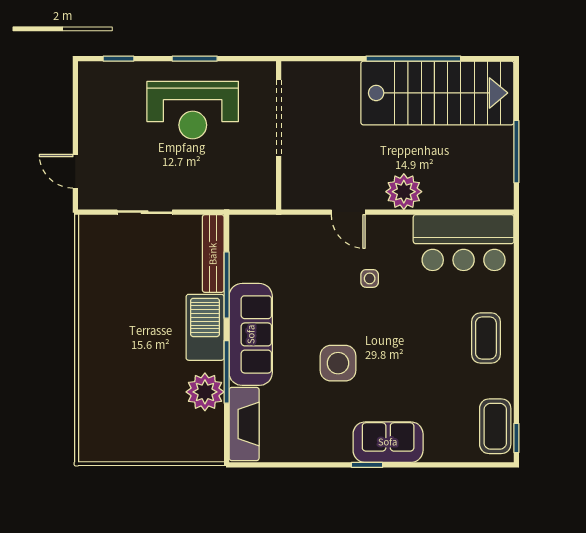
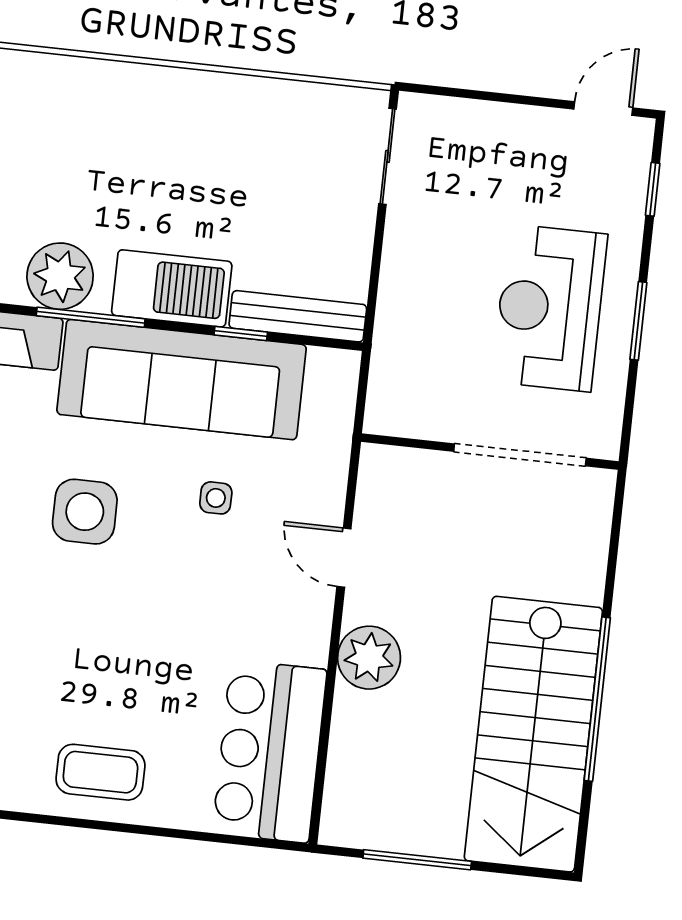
door: (75, 171) -> (603, 108), moved
sliding door: (145, 212) -> (388, 156), moved
door: (348, 212) -> (344, 558), hinge flipped
side table: (370, 278) -> (216, 498), moved
window: (227, 285) -> (241, 333), width x0.46
sofa: (251, 334) -> (182, 380), width x1.36, depth x1.27

